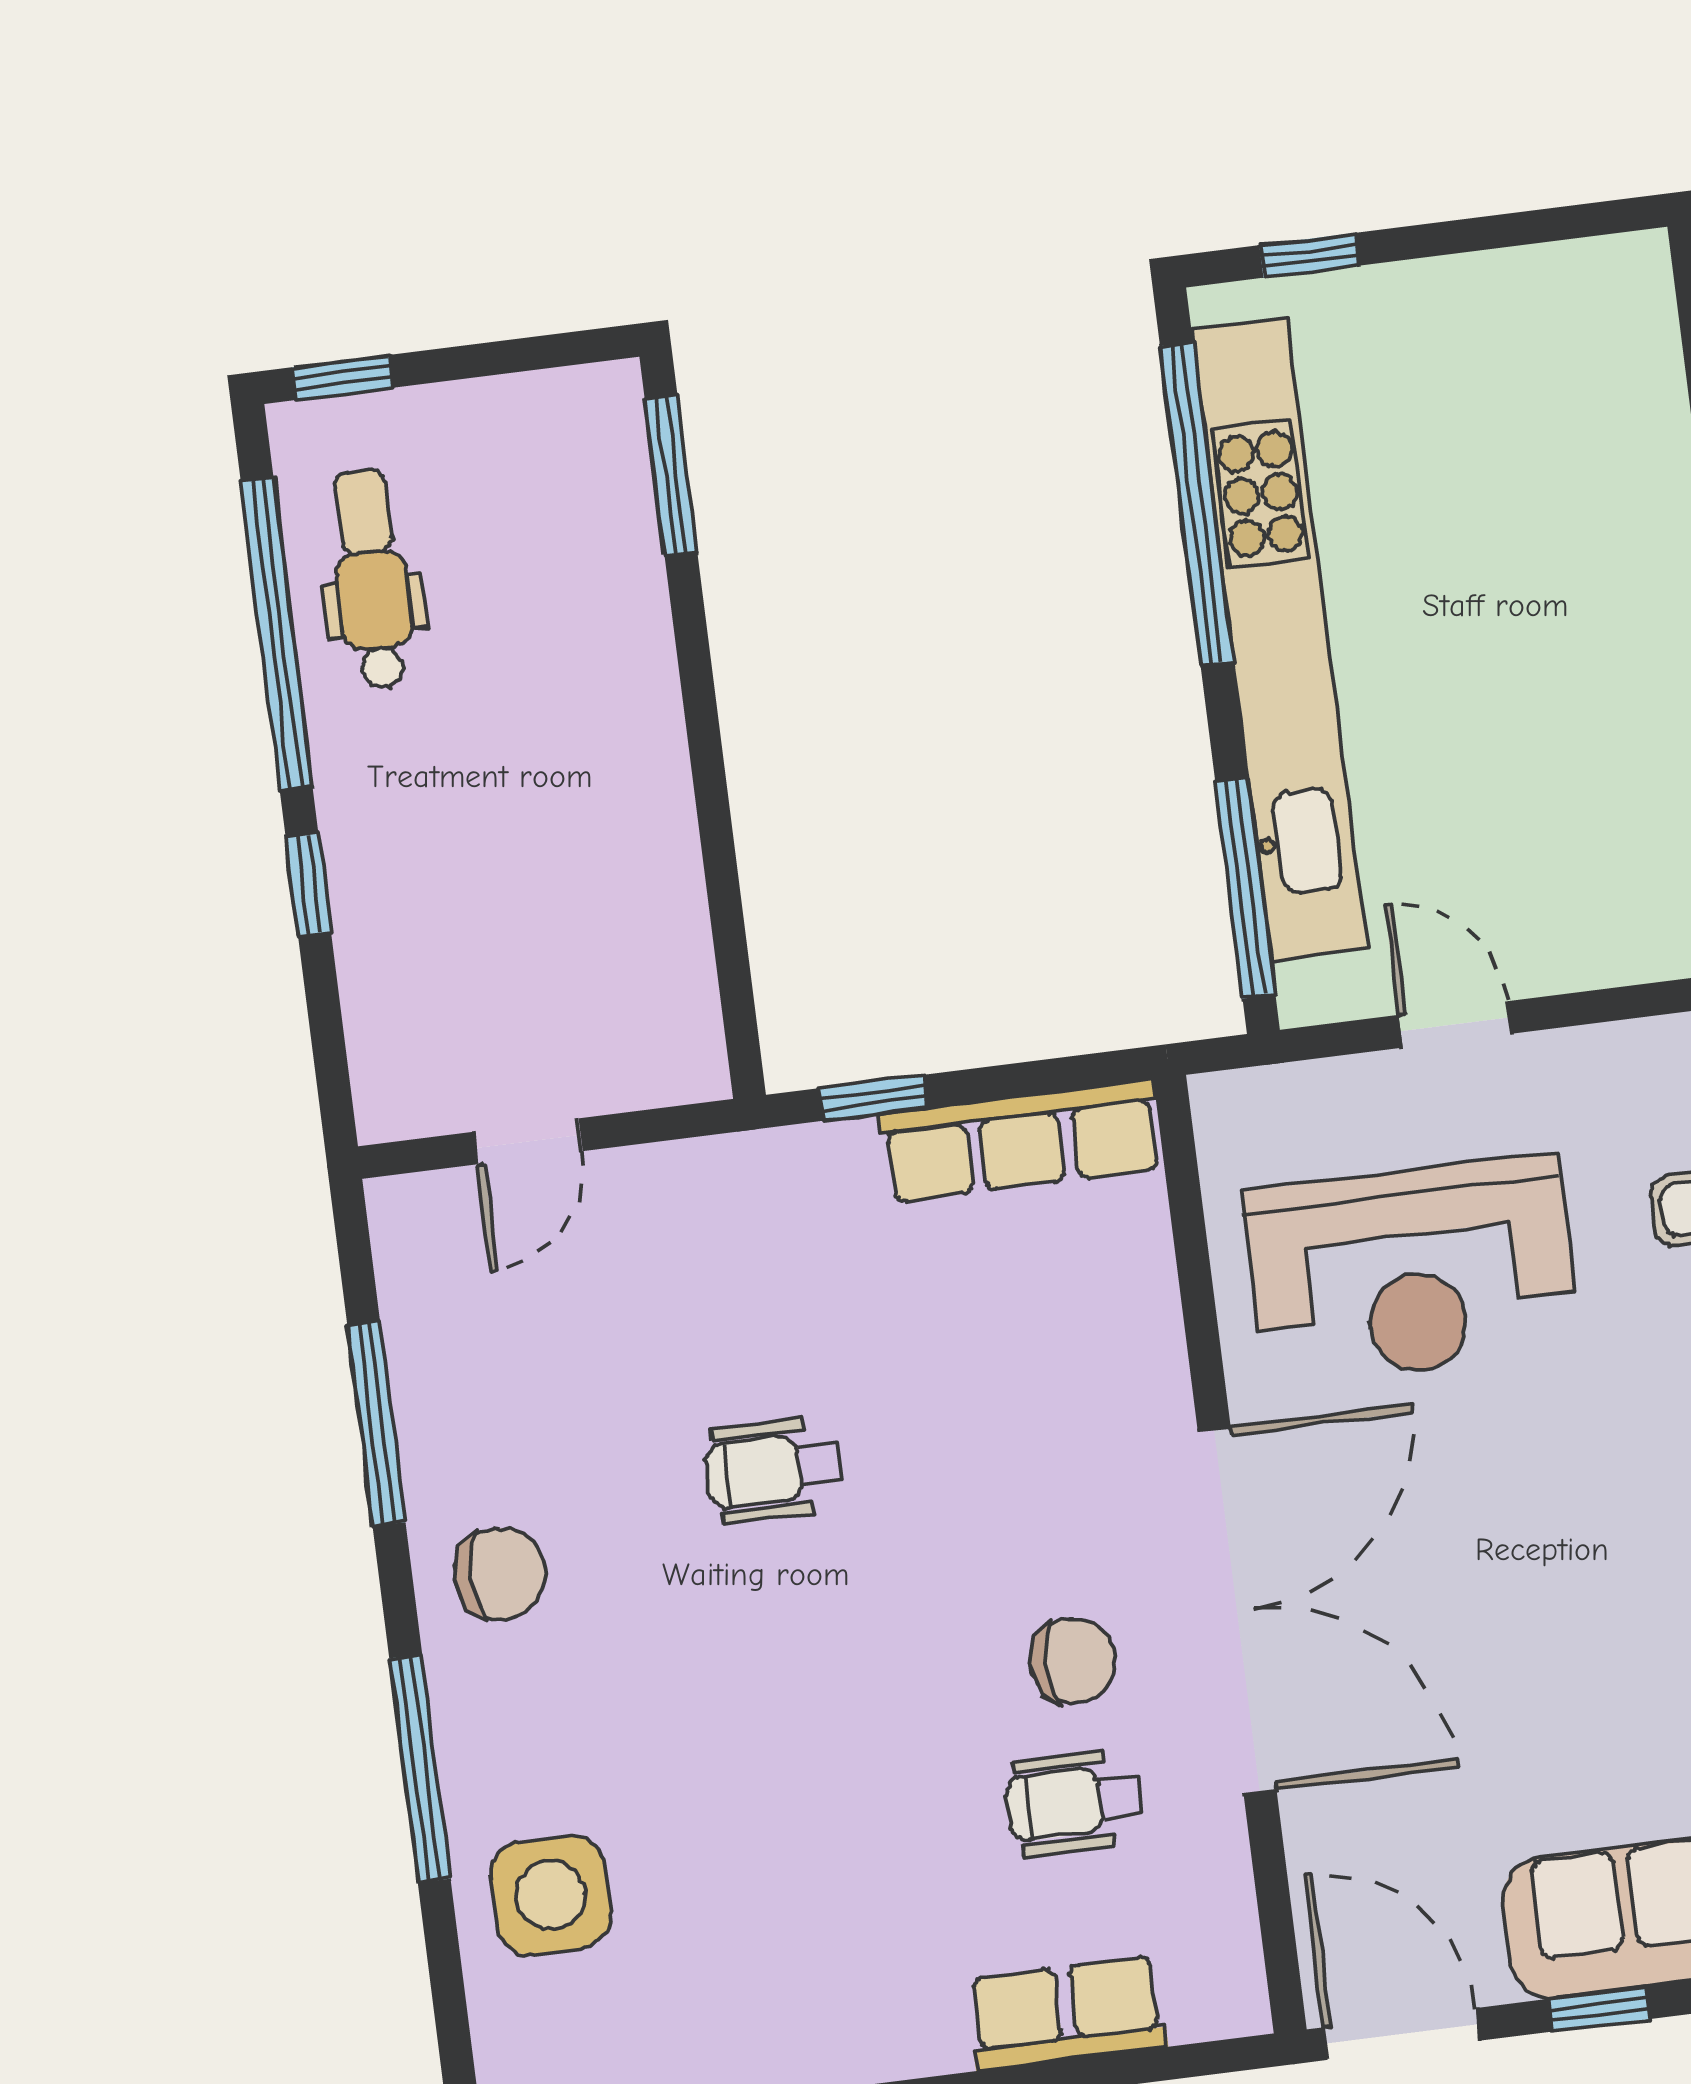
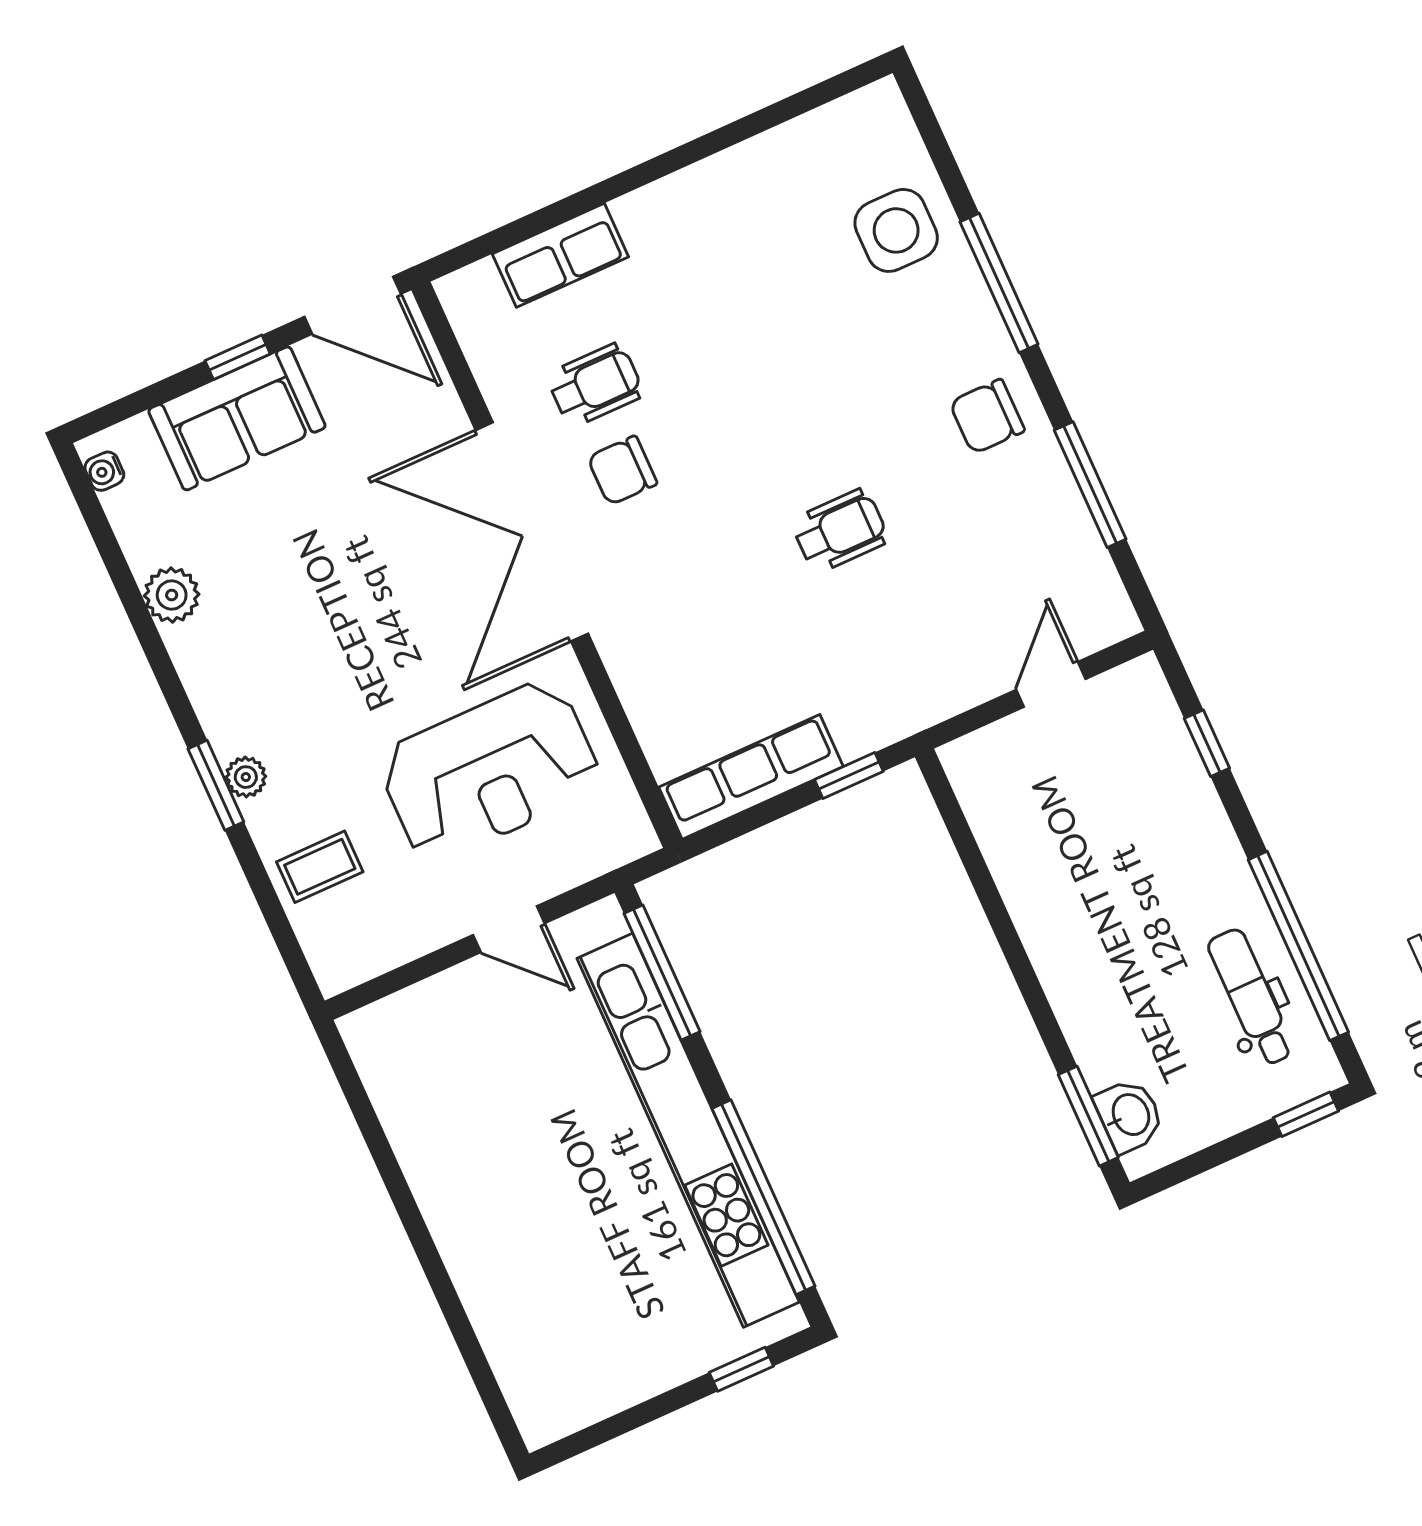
washbasin: (609, 458) -> (1129, 1115), added
dental chair: (371, 579) -> (1251, 997), turned 180
window: (308, 884) -> (1207, 743), moved
reception desk: (1411, 1271) -> (490, 771), turned 180

